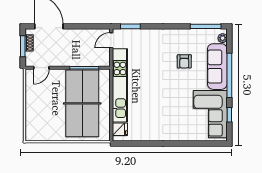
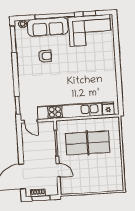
door: (41, 68) -> (58, 170), moved
table tennis table: (82, 103) -> (88, 143), width x0.73, depth x0.76

